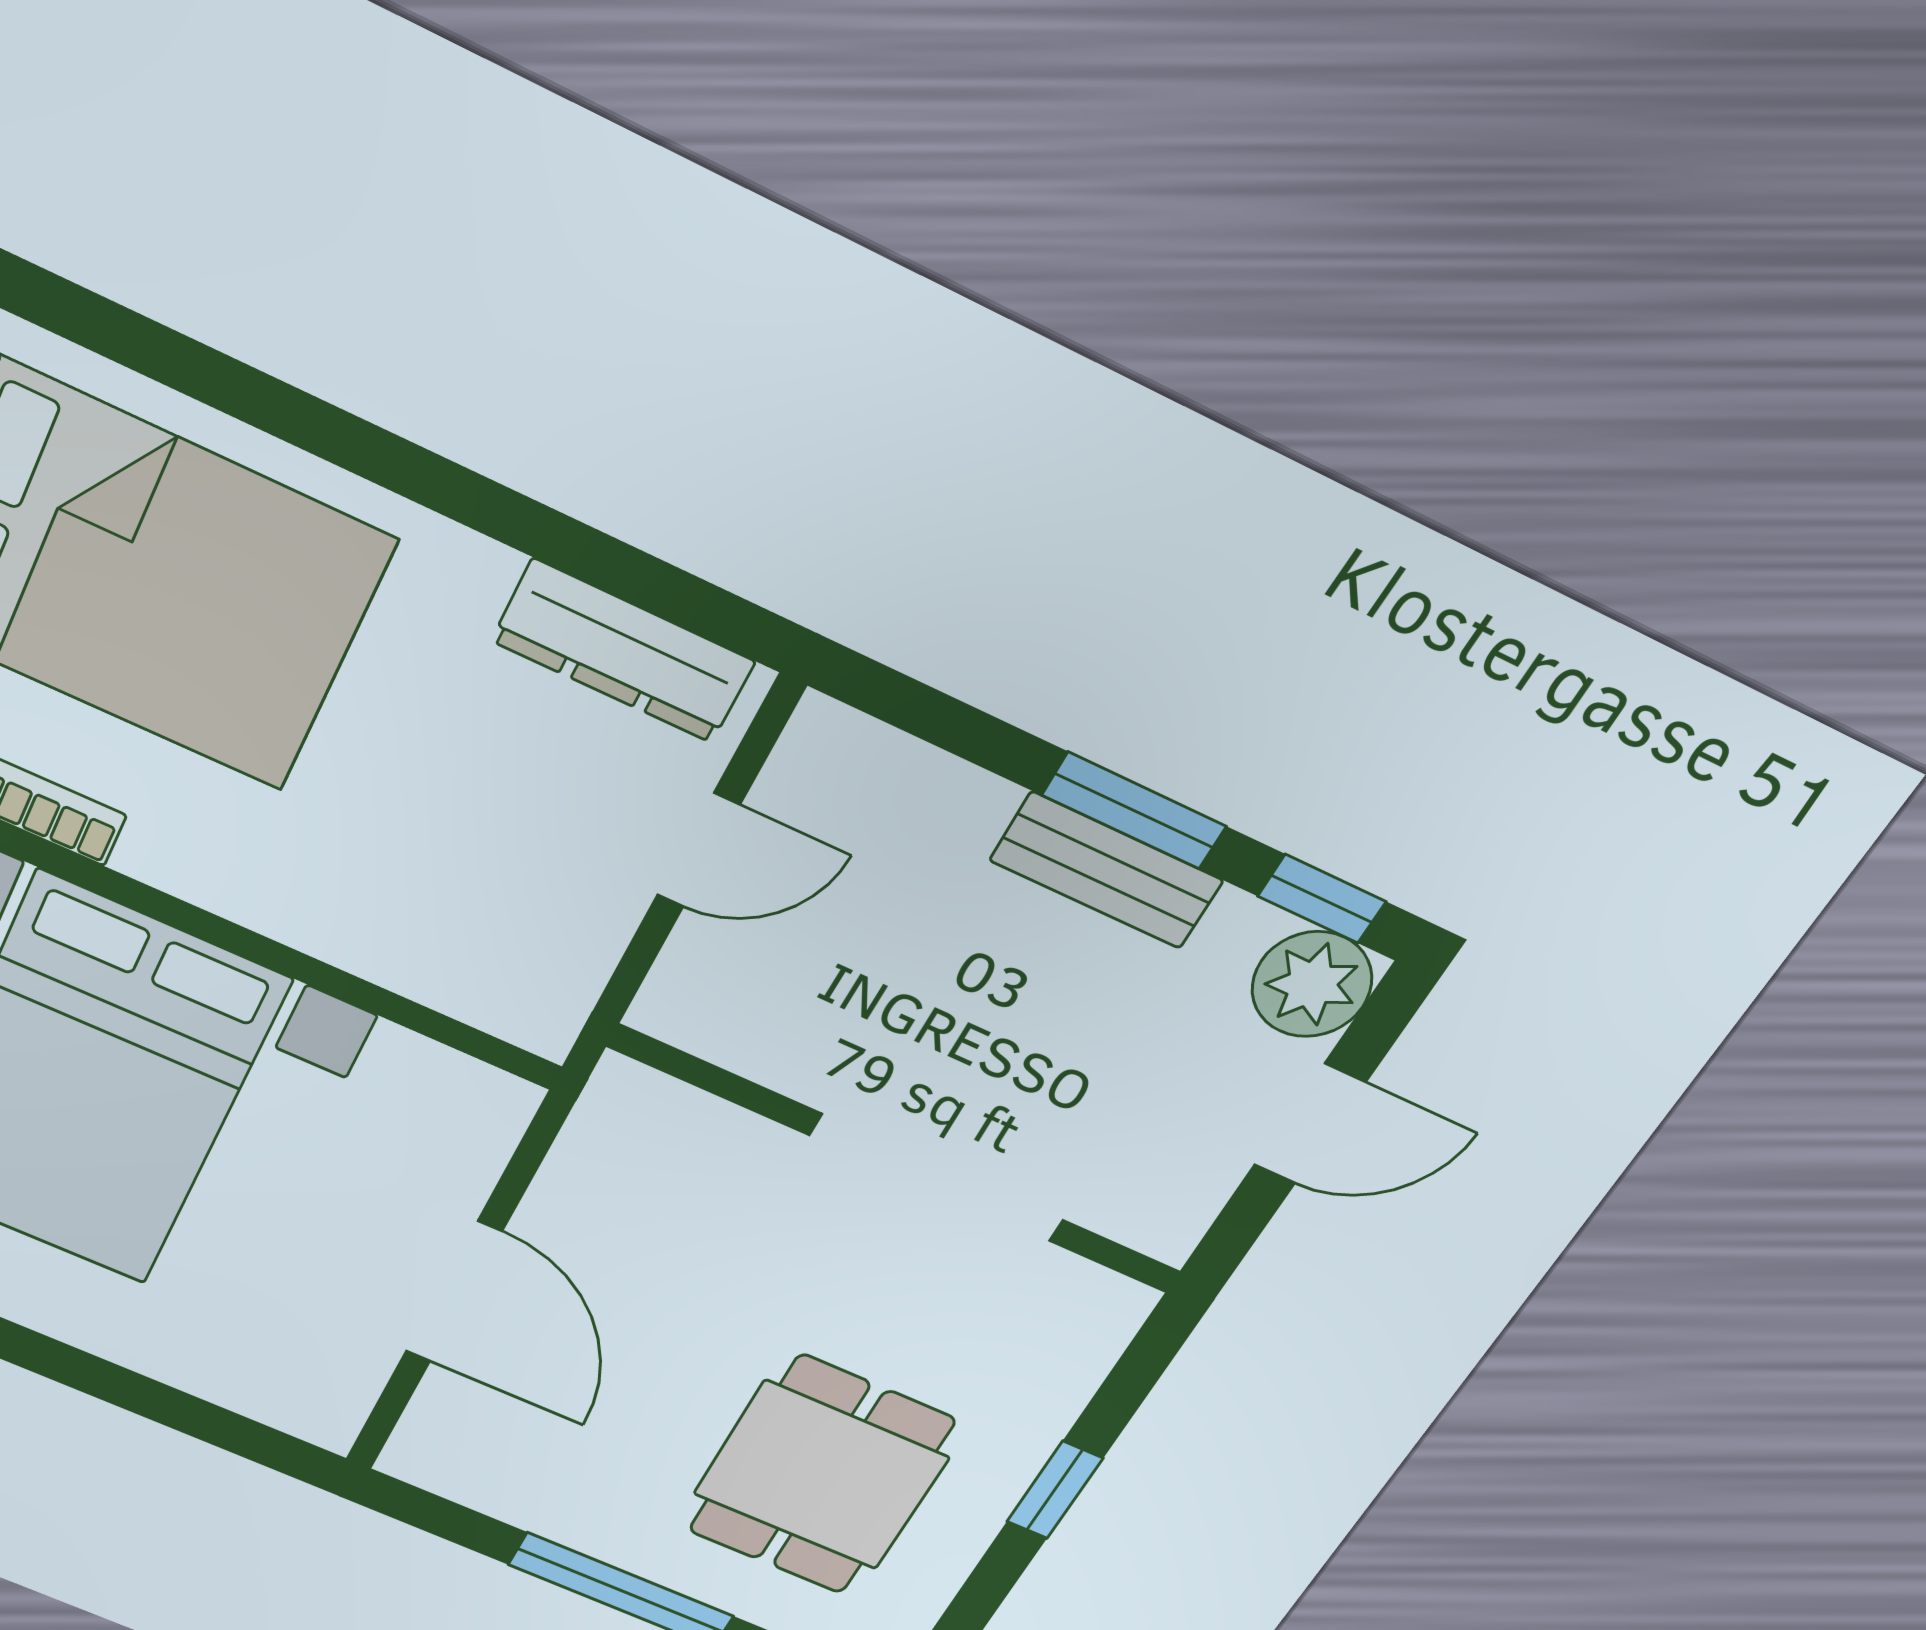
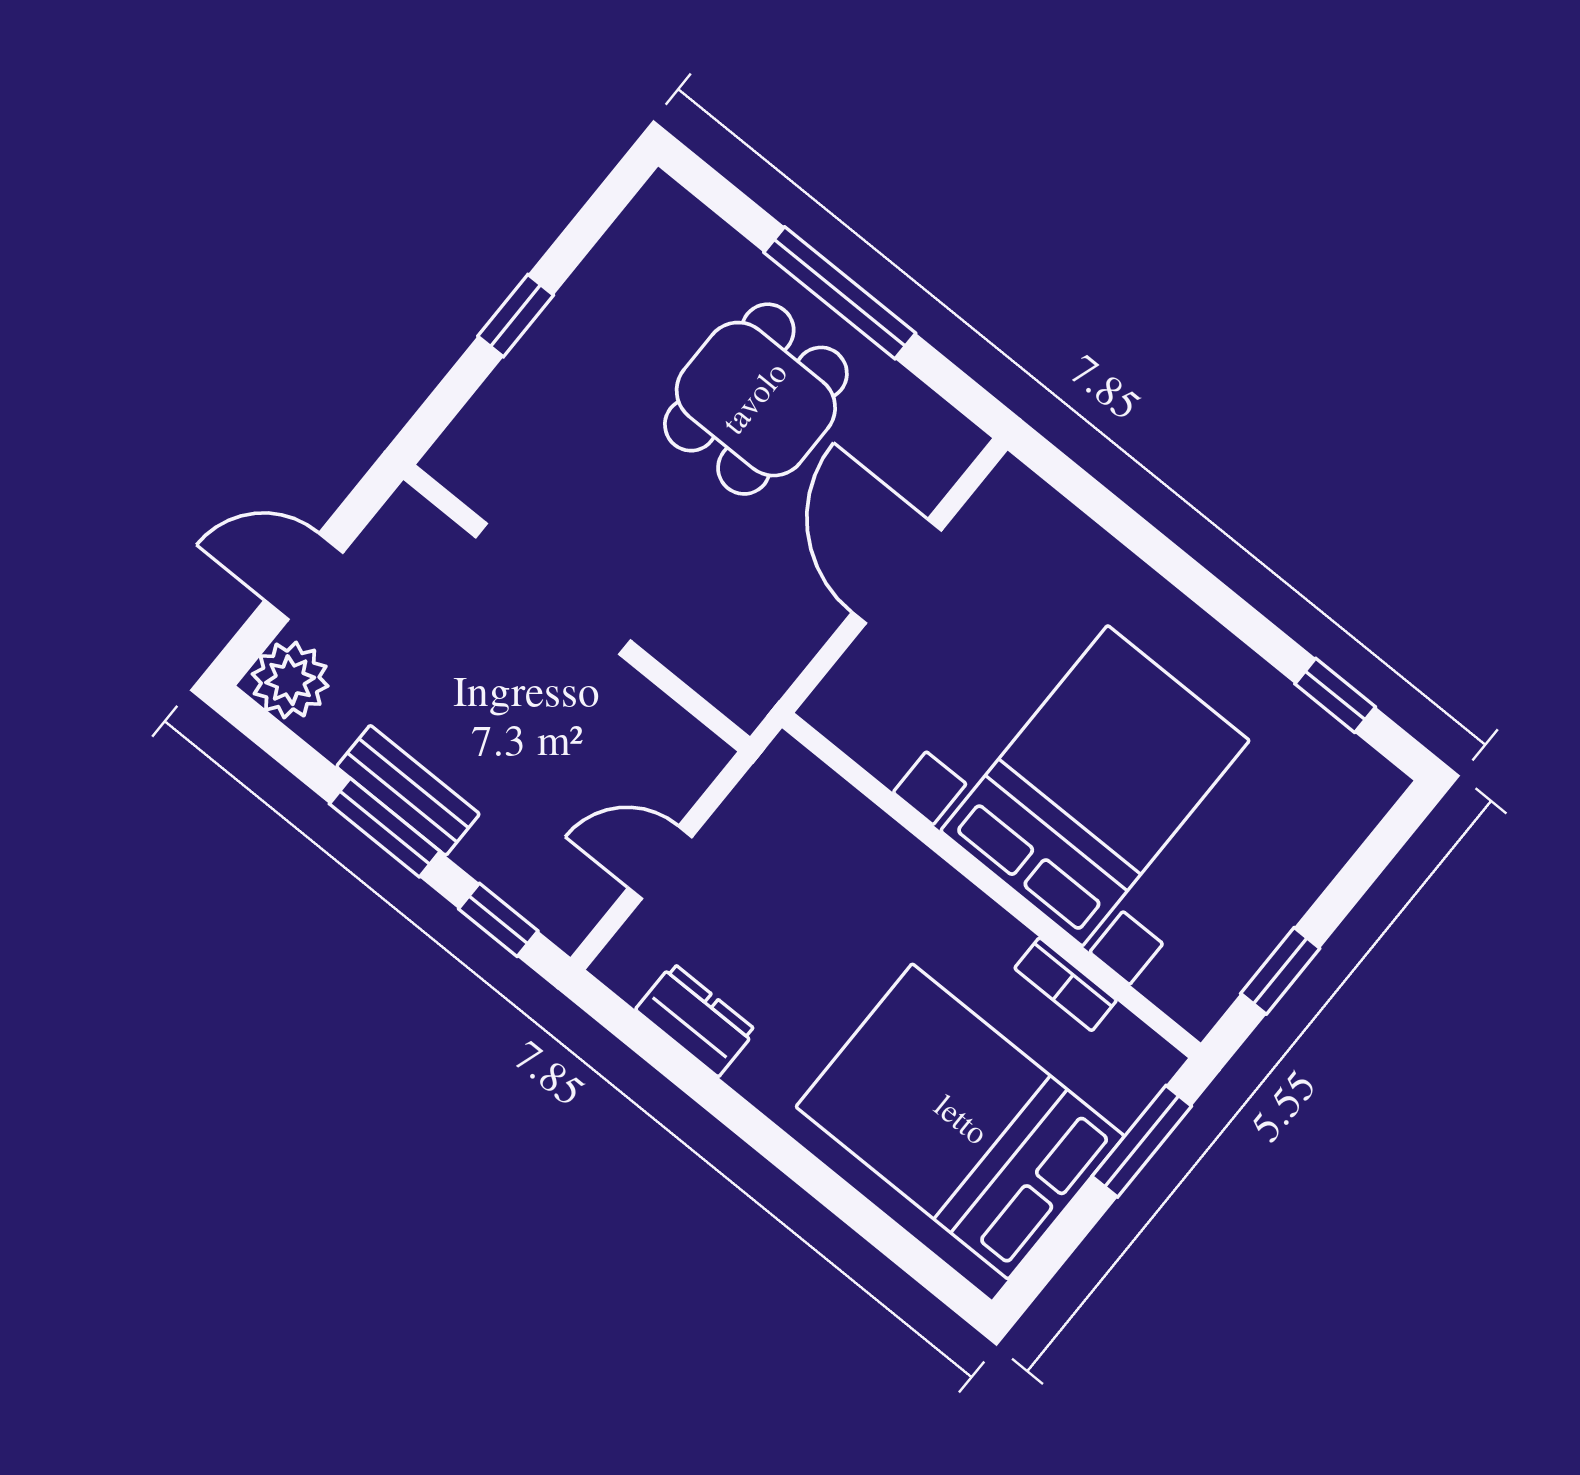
dresser: (623, 651) -> (696, 1020), width x0.70
window: (1322, 899) -> (498, 920), moved
dining table: (821, 1476) -> (756, 399), moved

